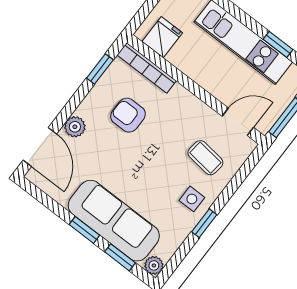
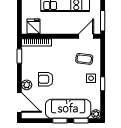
armchair: (128, 115) -> (46, 79), moved

